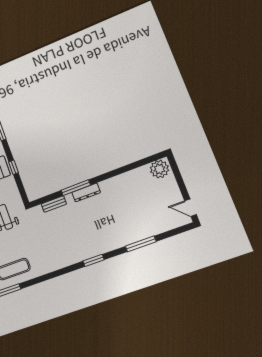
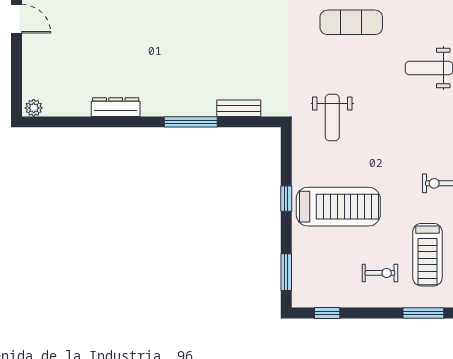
plant: (159, 169) -> (34, 108), width x0.53, depth x0.53
dresser: (86, 192) -> (116, 107), moved

